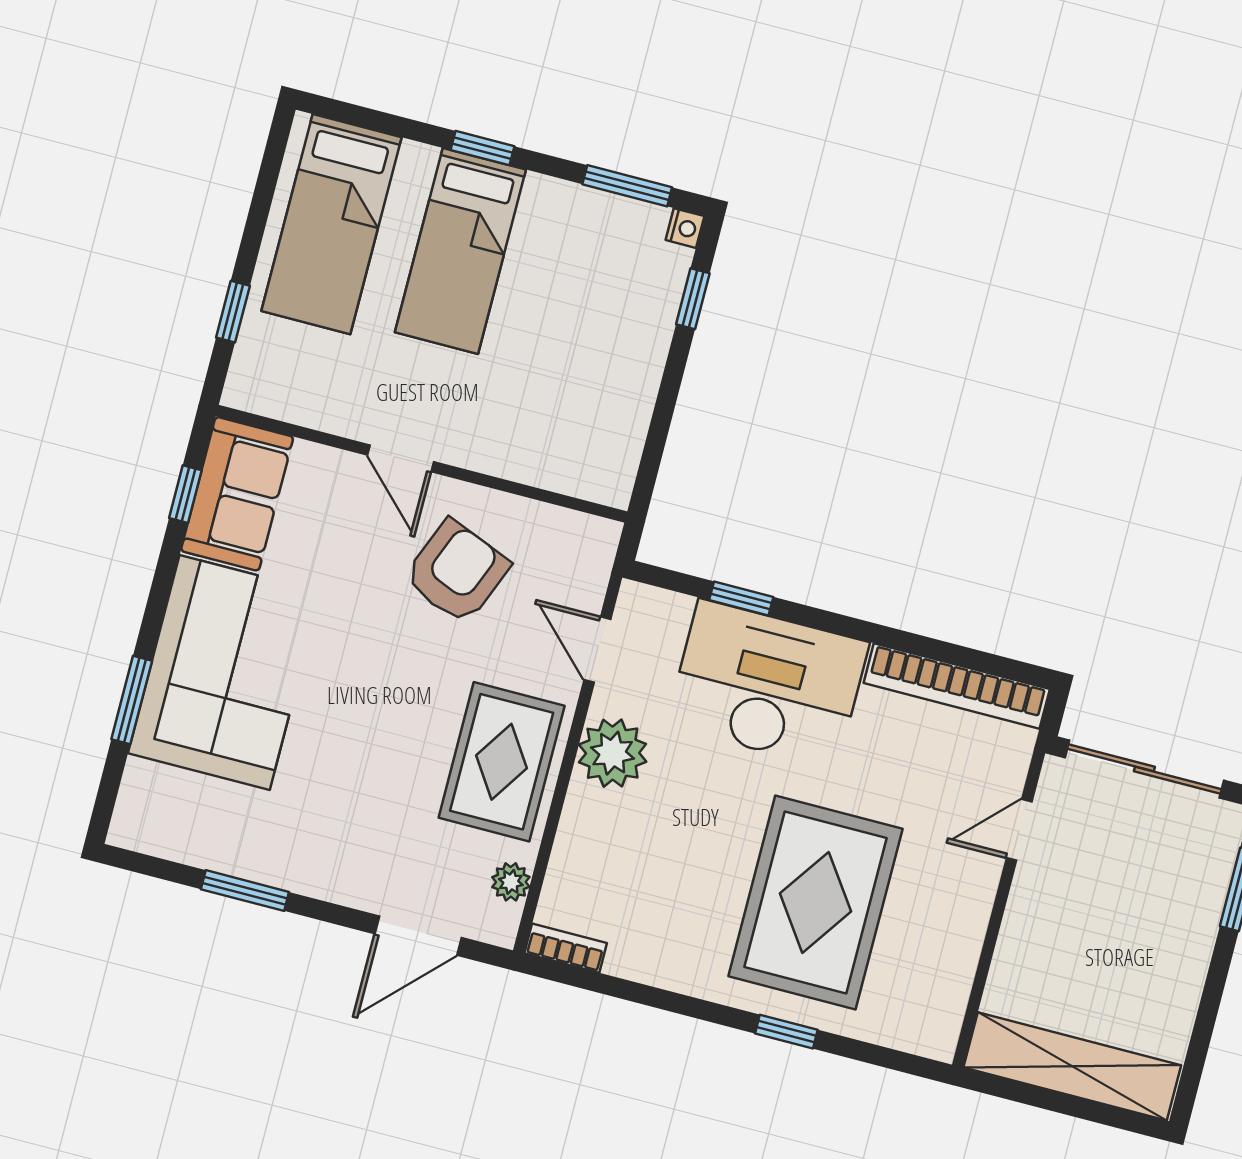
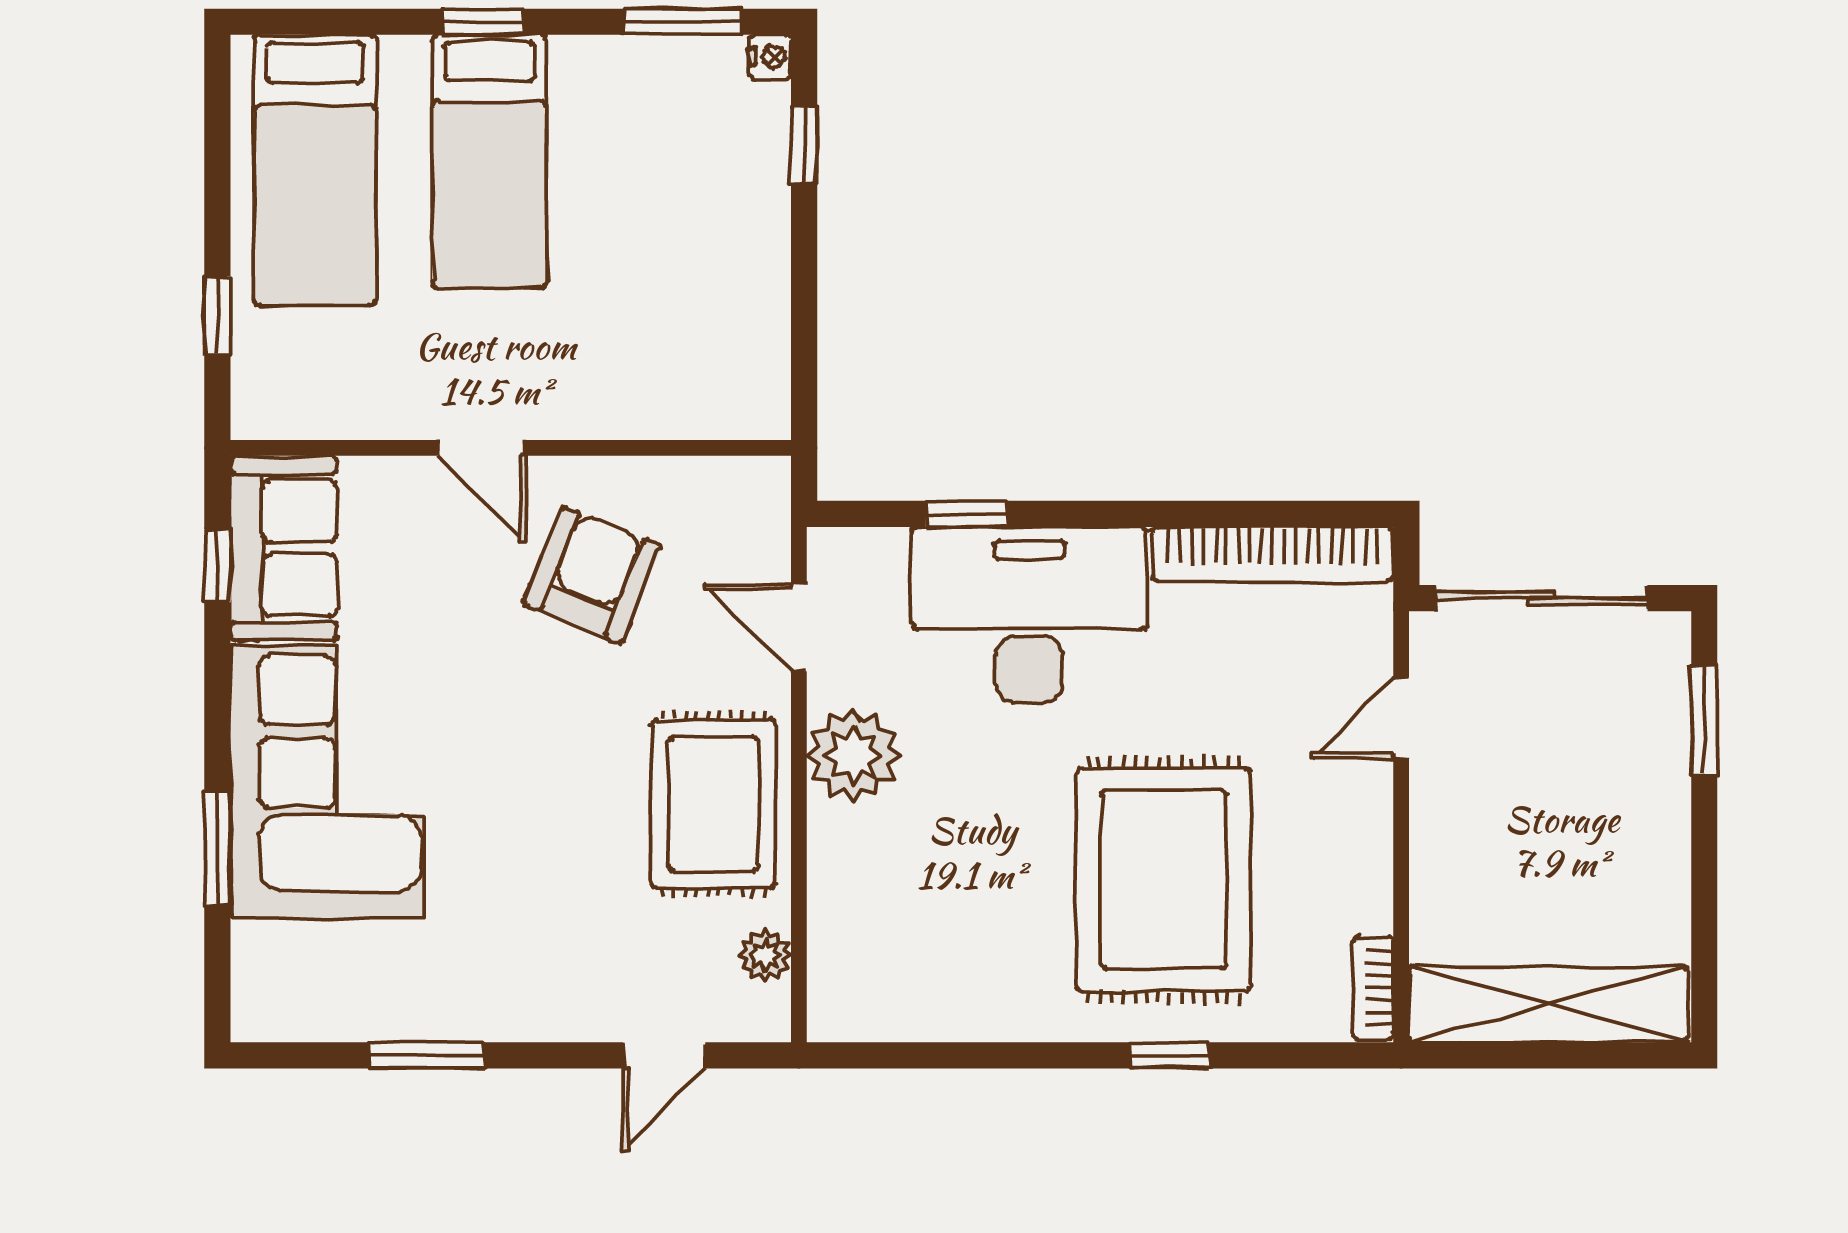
door: (418, 936) -> (664, 1055), width x0.73
bookcase: (566, 948) -> (1373, 988), moved, turned -90

